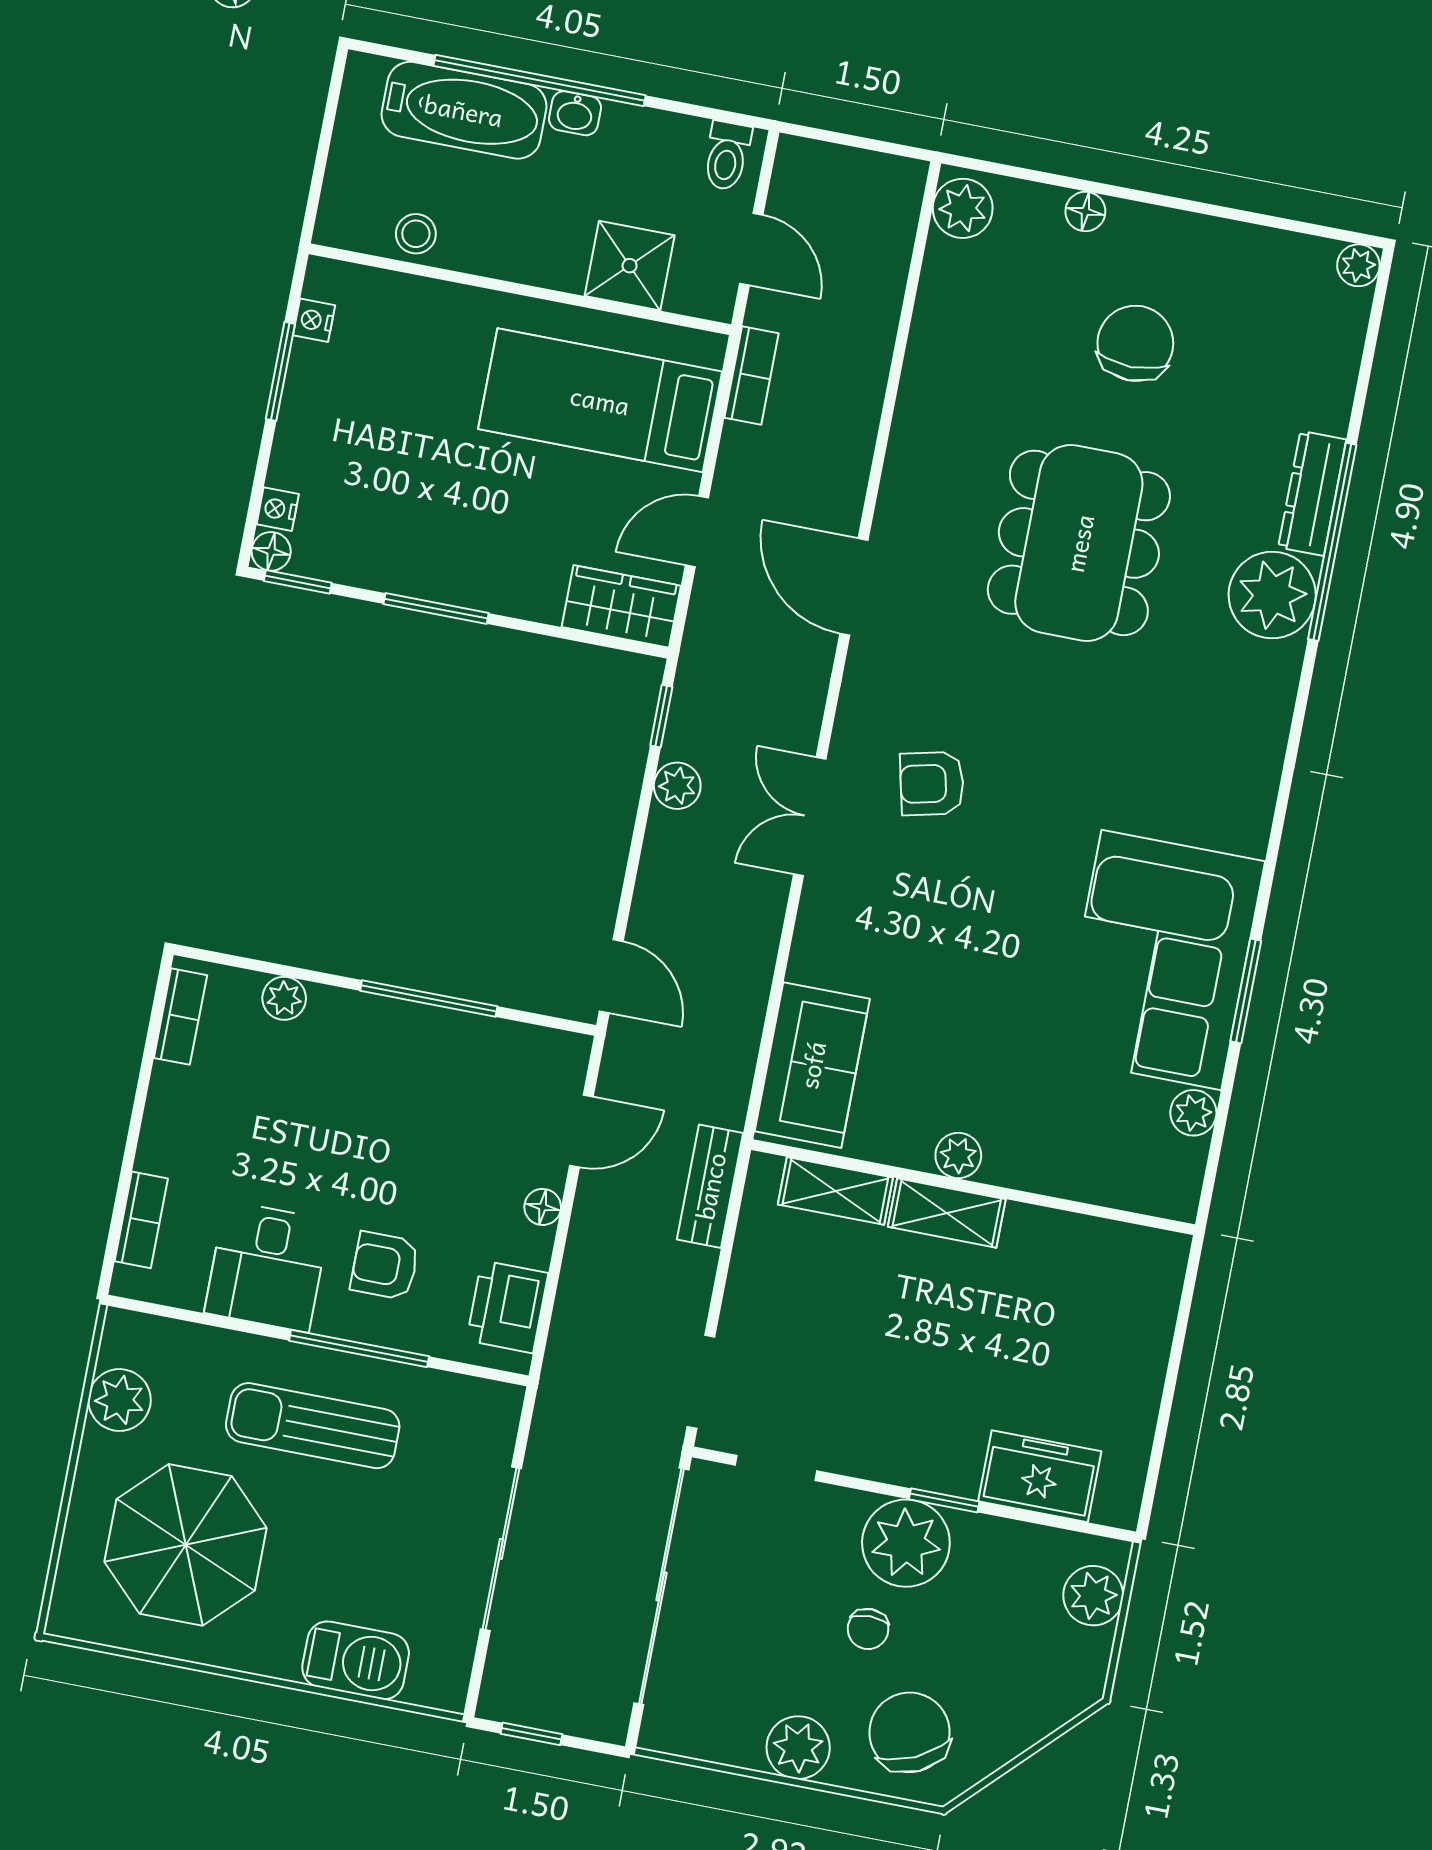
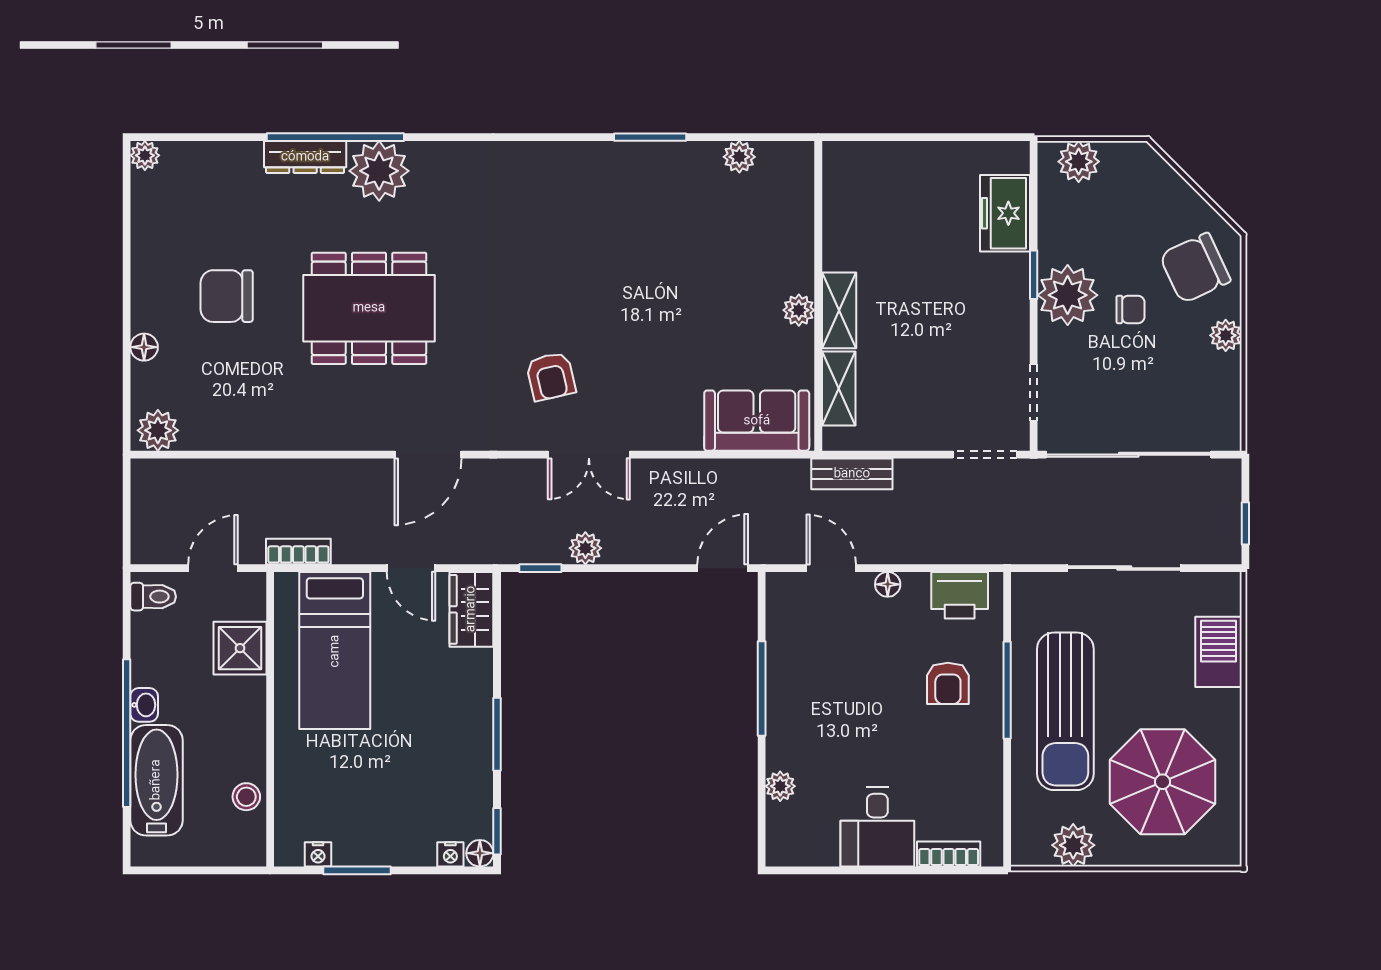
corner sofa: (1161, 960) -> (640, 198), removed
bookcase: (180, 1017) -> (806, 854), removed
desk: (267, 1267) -> (877, 827), moved, turned 90
sun lounger: (313, 1426) -> (1065, 711), width x1.36, depth x1.34
plant: (798, 1748) -> (1226, 335), width x0.73, depth x0.73

